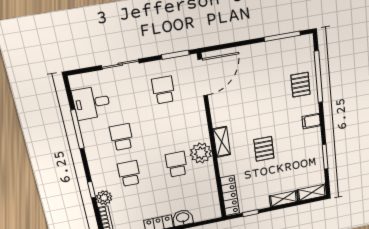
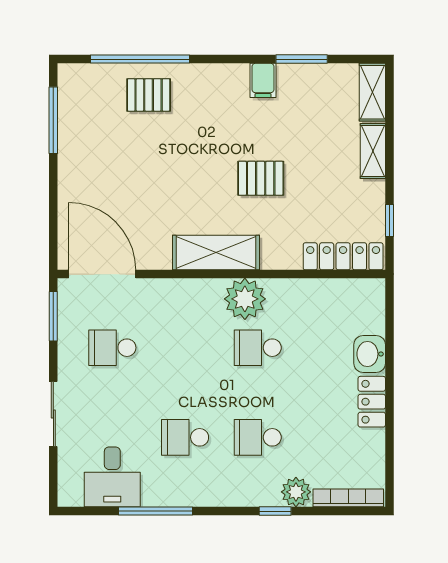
filing cabinet: (311, 121) -> (263, 80), moved
shelving: (222, 142) -> (216, 253), width x1.50, depth x1.33

